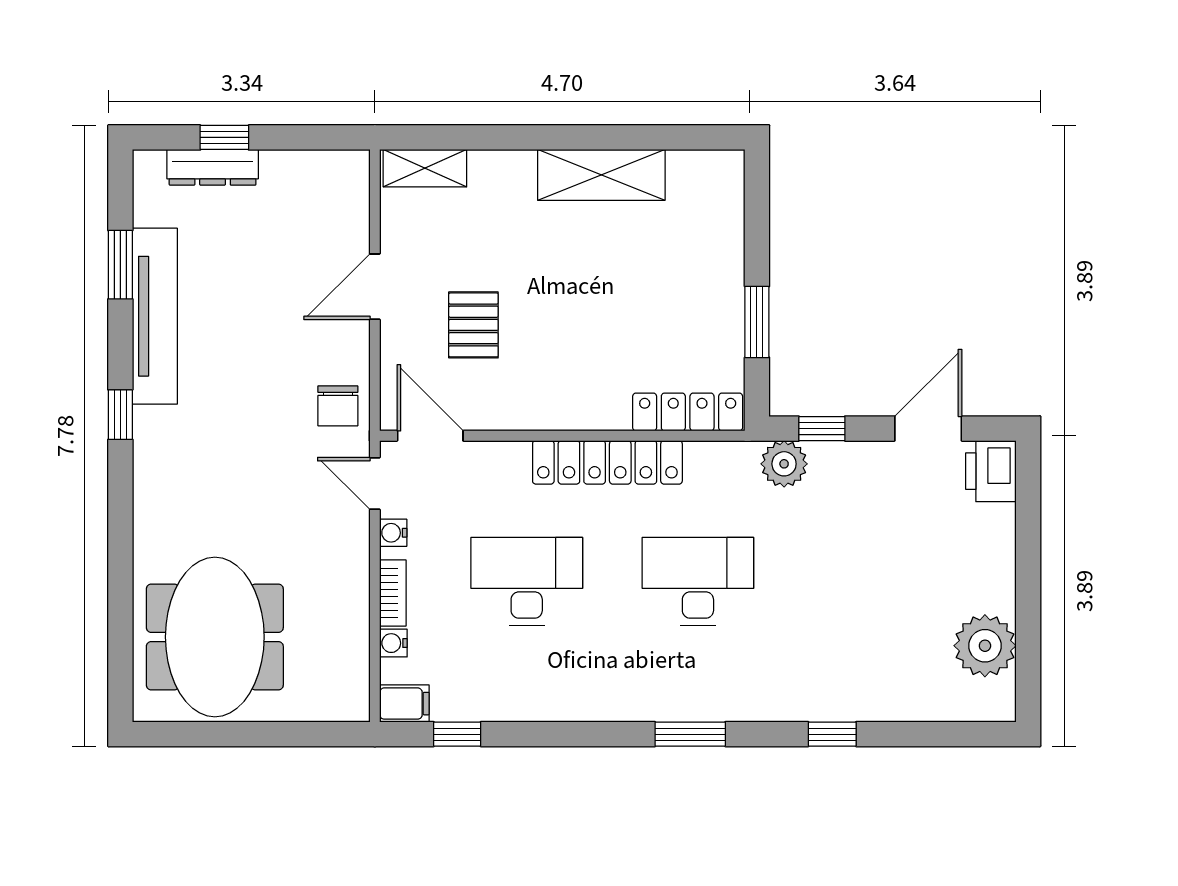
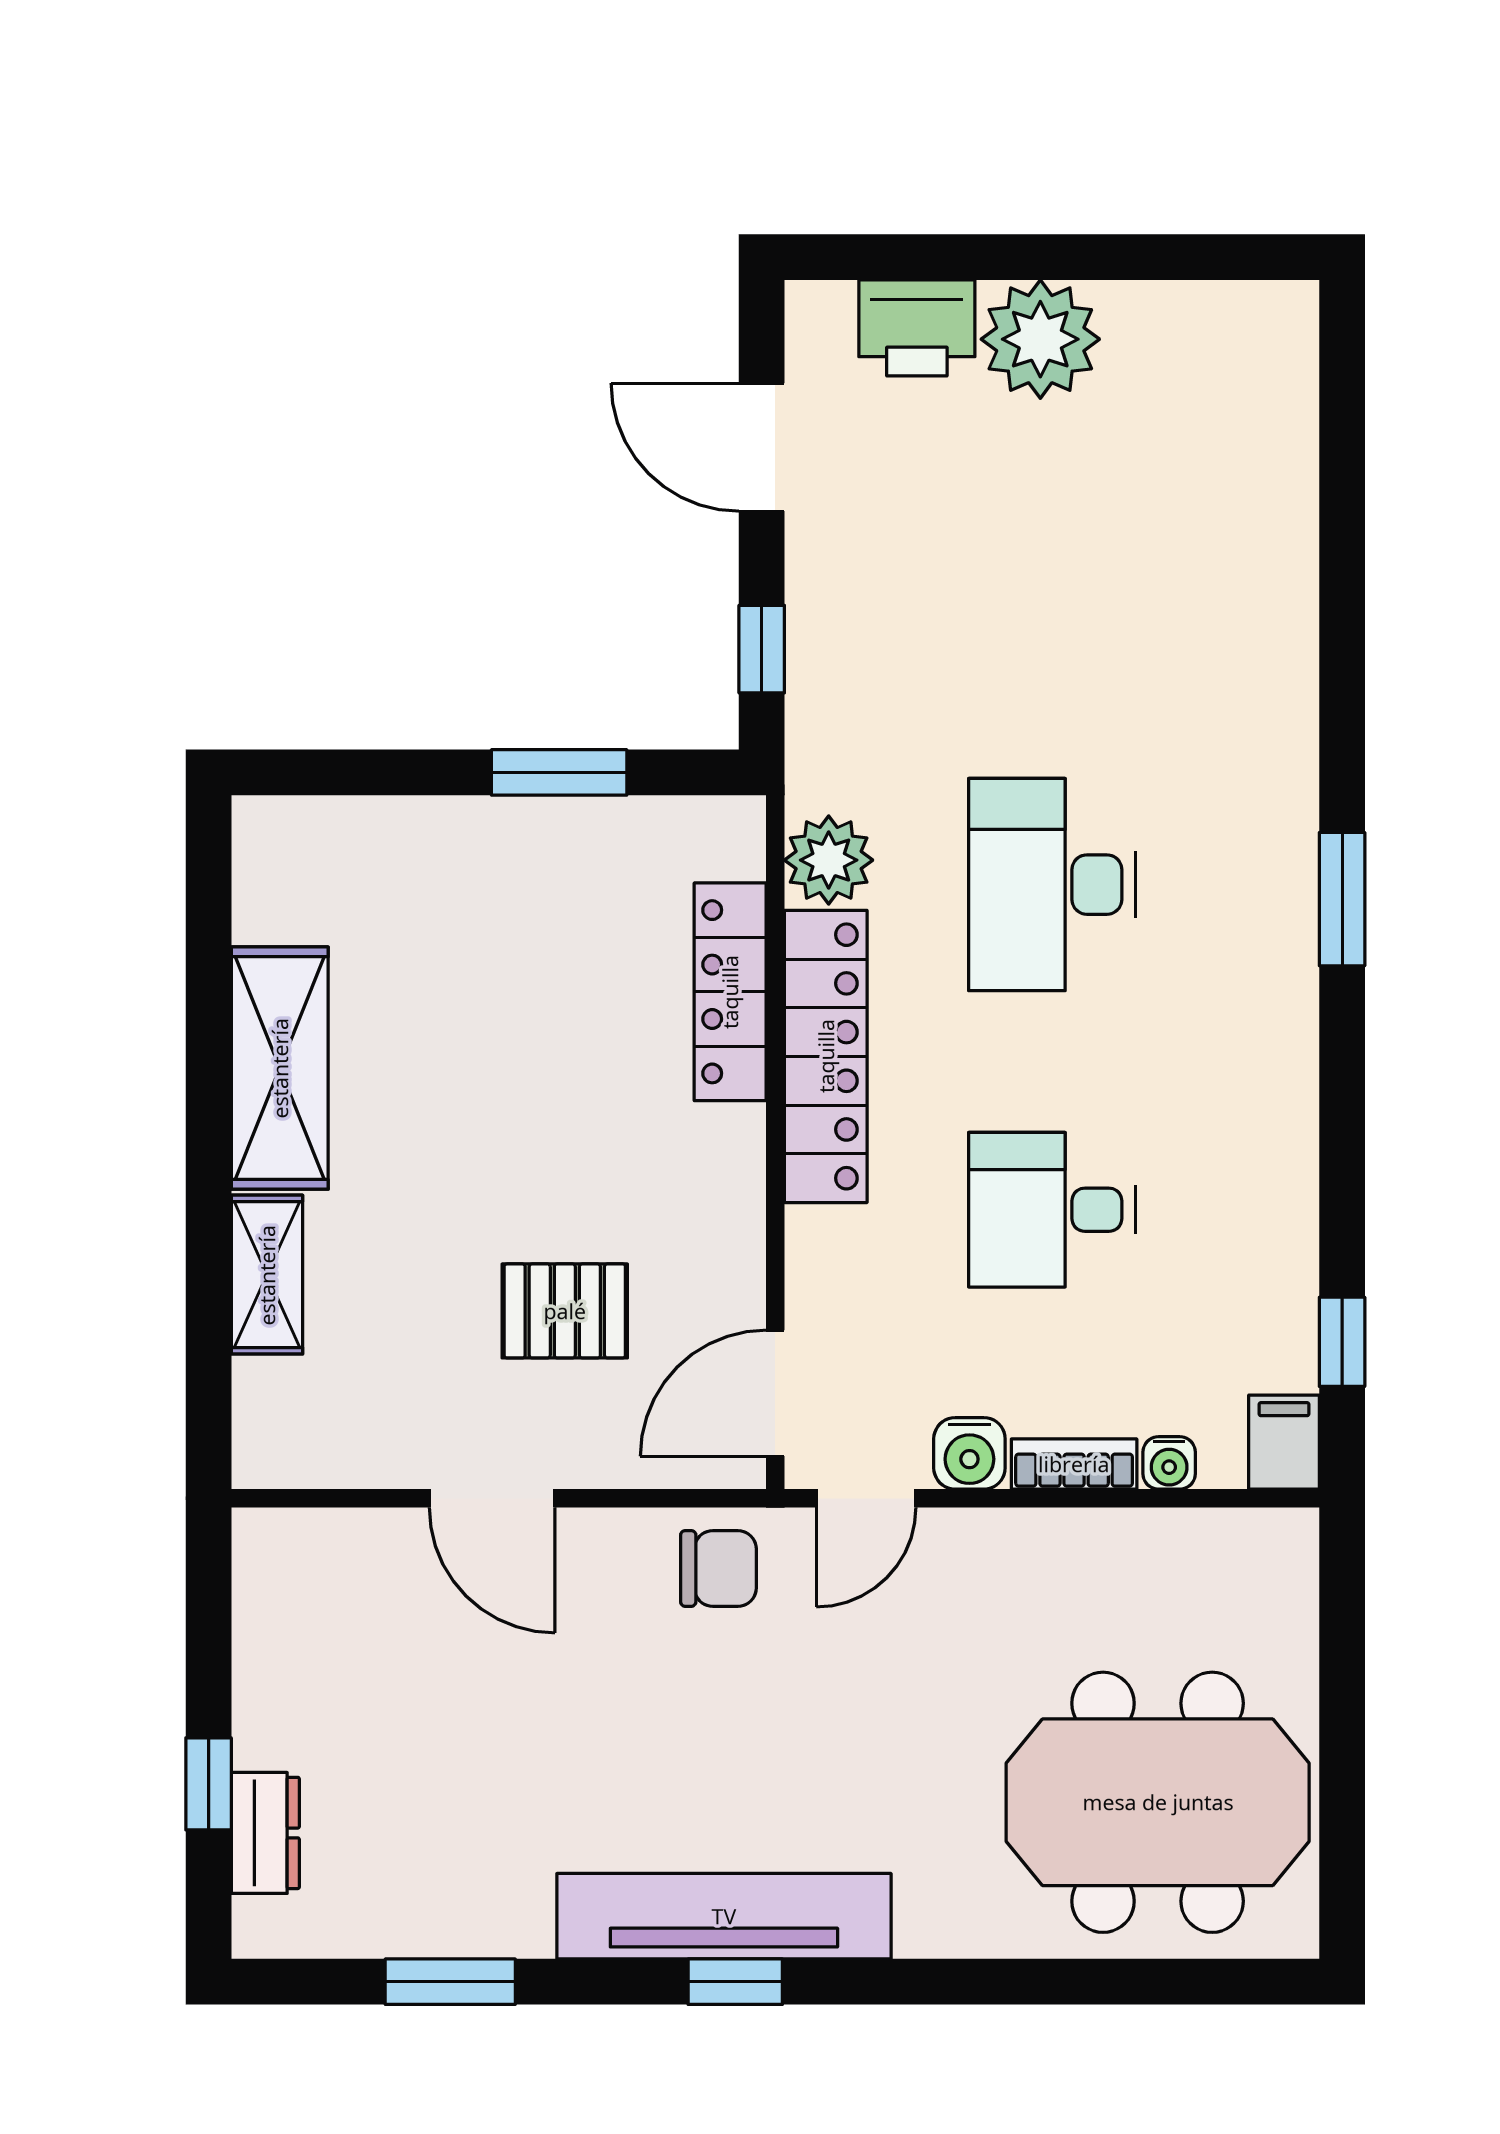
dresser: (213, 167) -> (265, 1833), width x0.70
shelving: (425, 168) -> (267, 1275), moved
tv unit: (155, 316) -> (724, 1916), moved
locker: (688, 412) -> (730, 992), moved
plant: (784, 464) -> (829, 860), moved
printer: (991, 471) -> (917, 328), moved
water cooler: (393, 533) -> (969, 1453), width x1.38, depth x1.38
desk: (527, 581) -> (1052, 1210), width x0.73
plant: (985, 646) -> (1040, 339), moved
window: (832, 734) -> (1342, 630), removed

